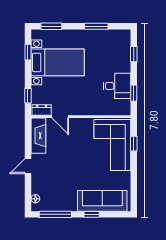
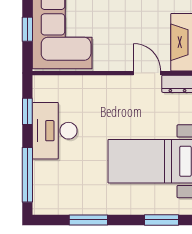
window: (134, 54) -> (27, 175), width x2.17
desk: (117, 86) -> (55, 131), width x1.37

